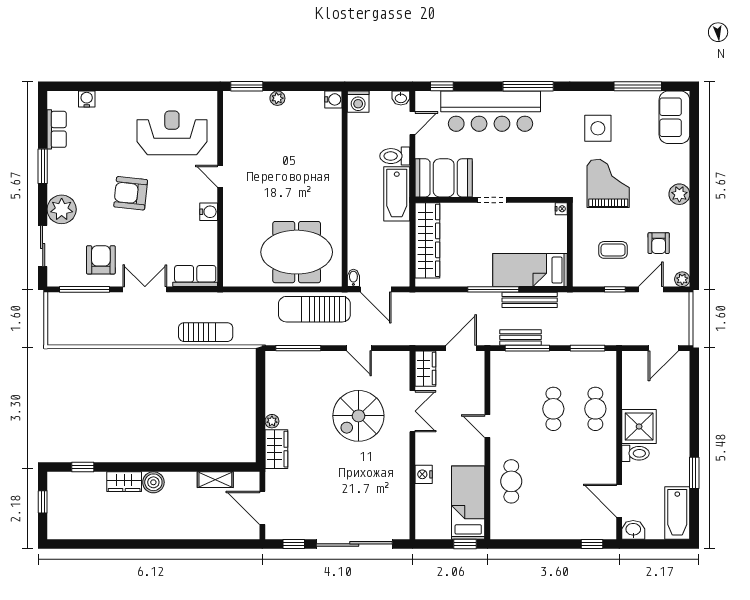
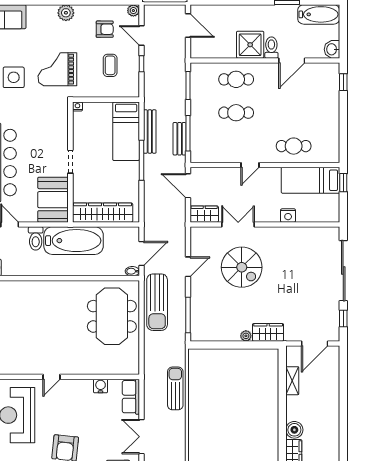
bathtub: (397, 194) -> (74, 241), width x1.36, depth x1.36
water cooler: (209, 212) -> (101, 386), moved
door: (619, 501) -> (292, 60), moved

